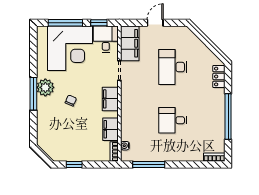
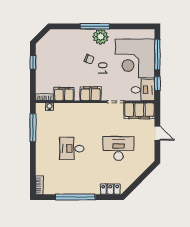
desk: (173, 120) -> (72, 149), turned -90

